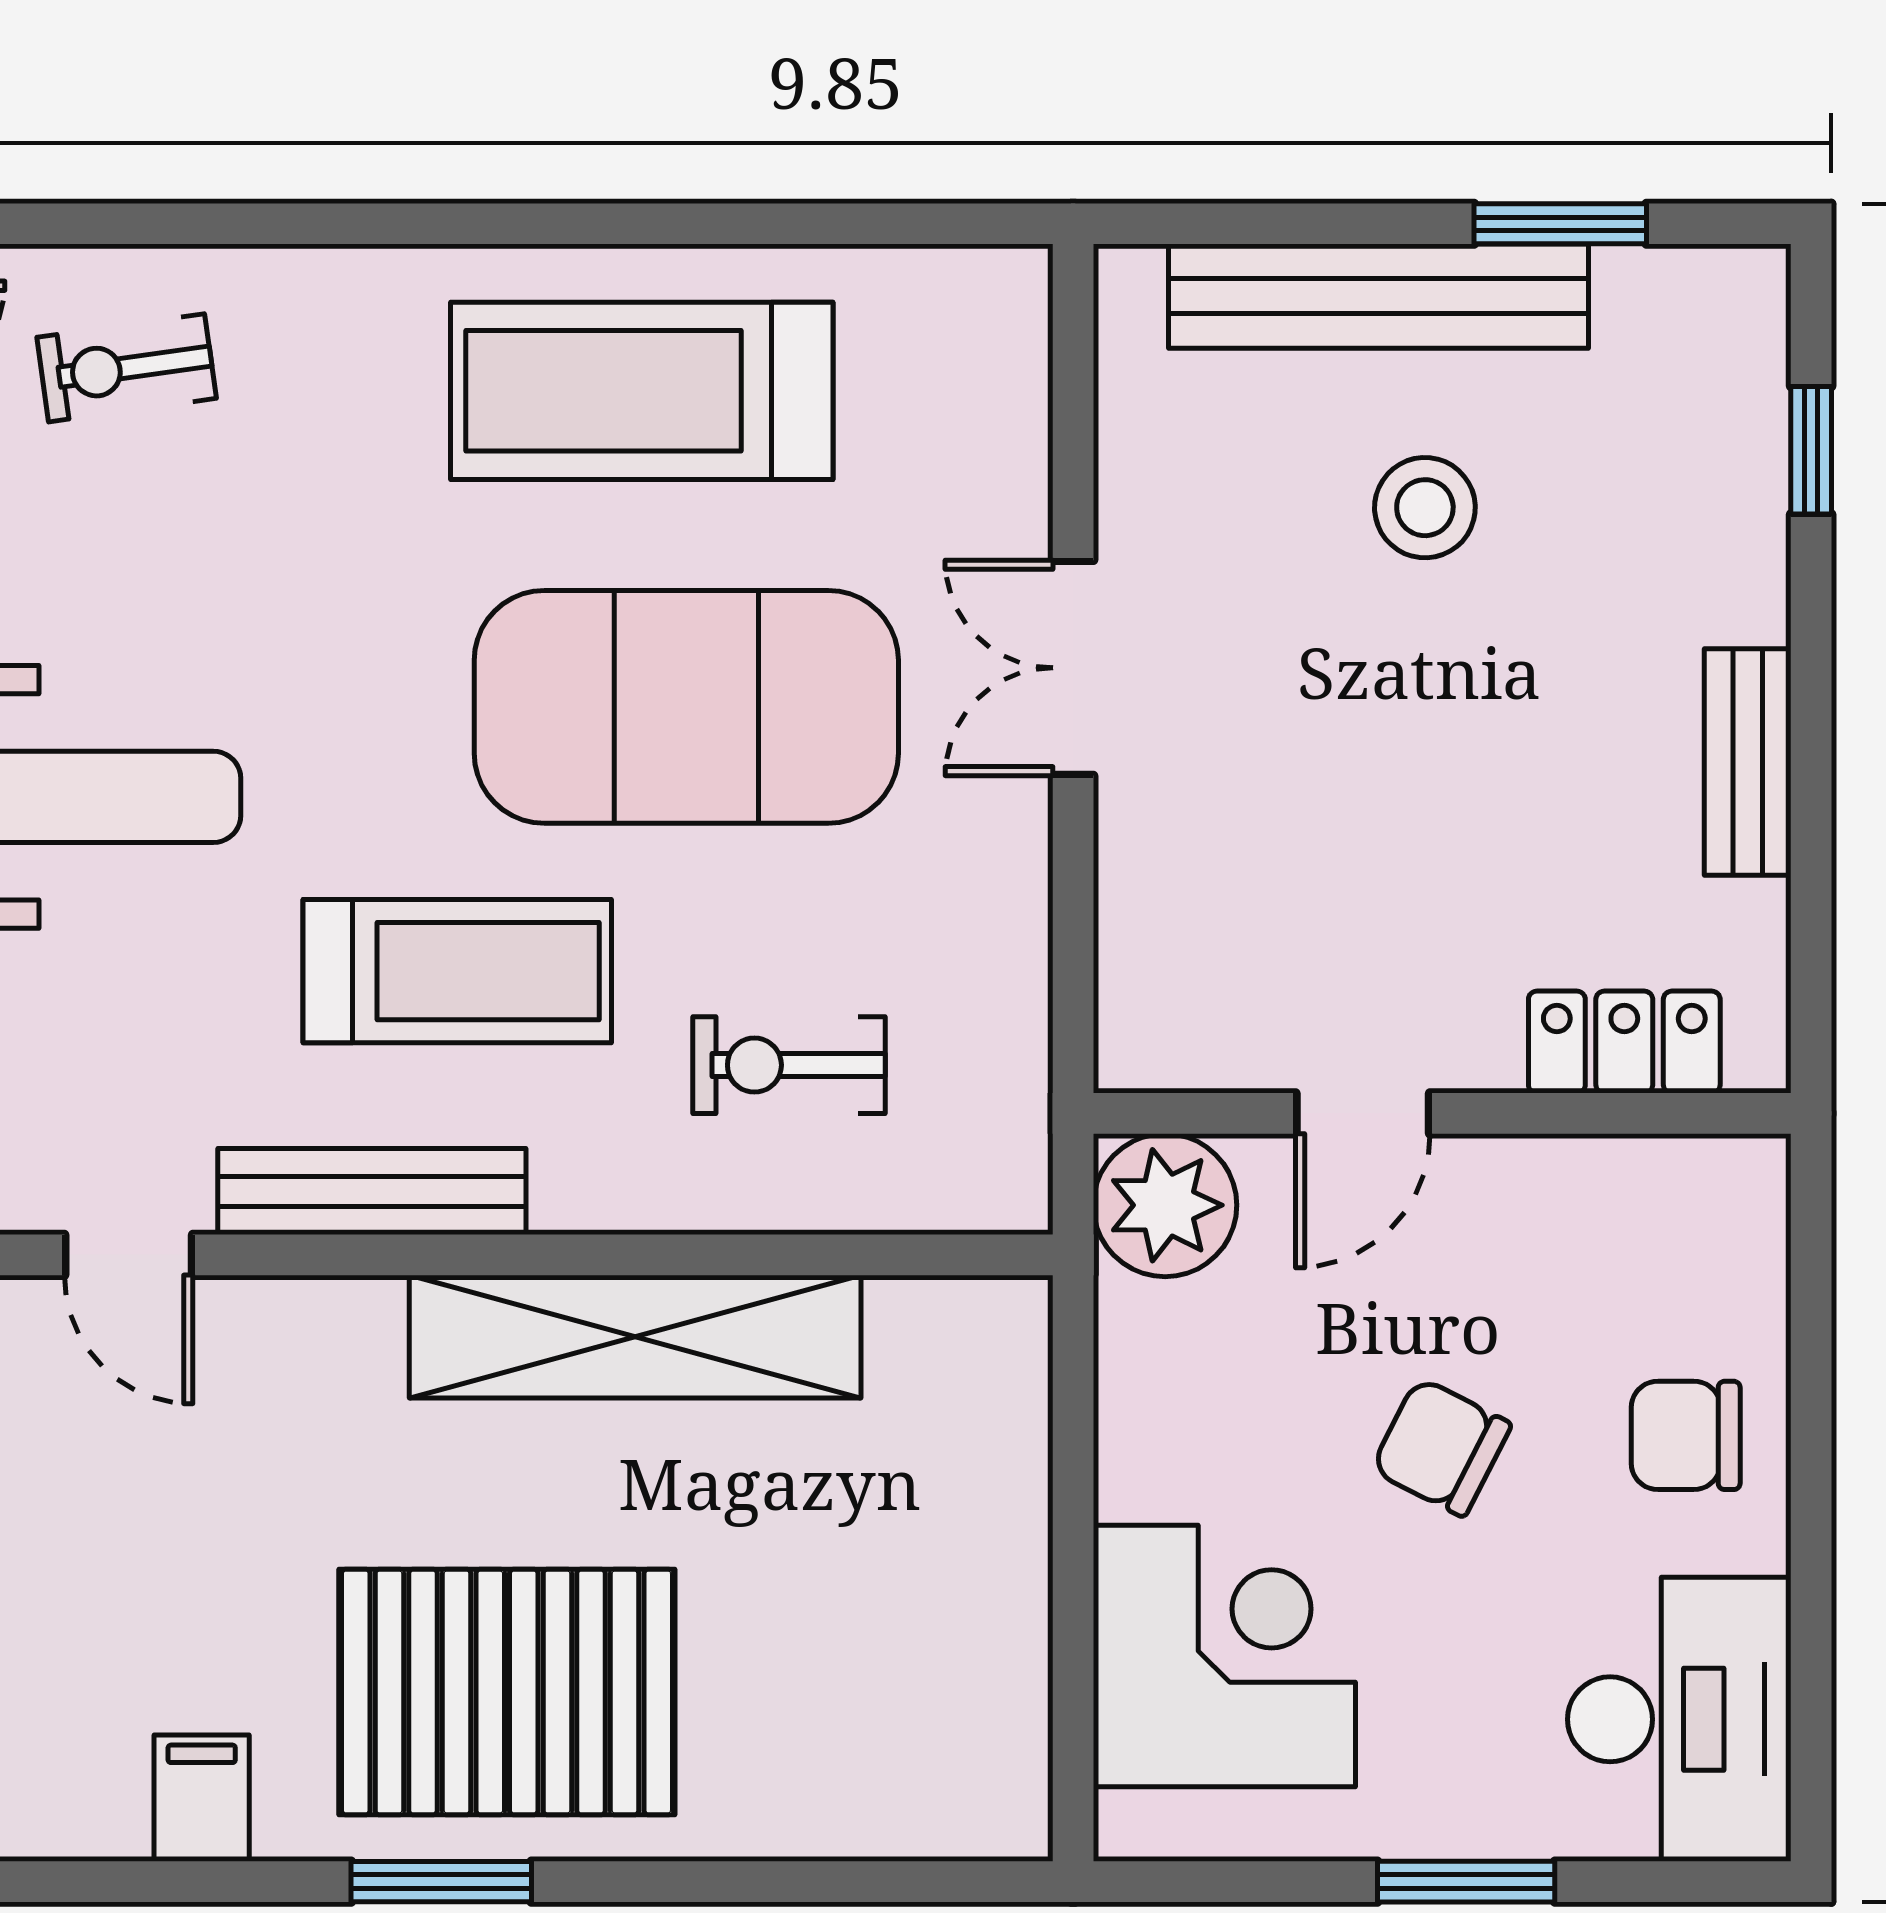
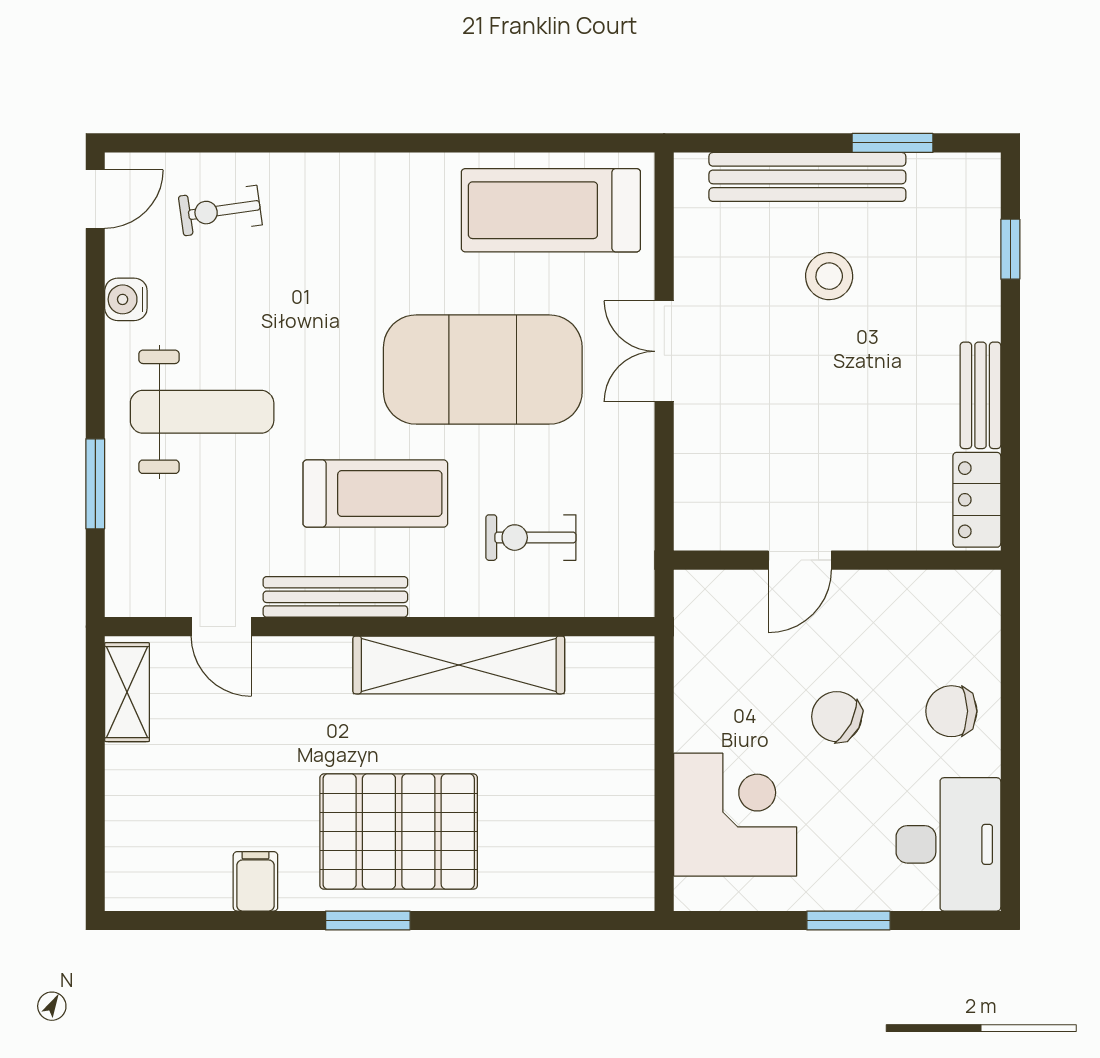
treadmill: (642, 391) -> (551, 210), moved
locker: (1624, 1042) -> (977, 500), moved, turned -90
plant: (1165, 1205) -> (707, 603), removed

